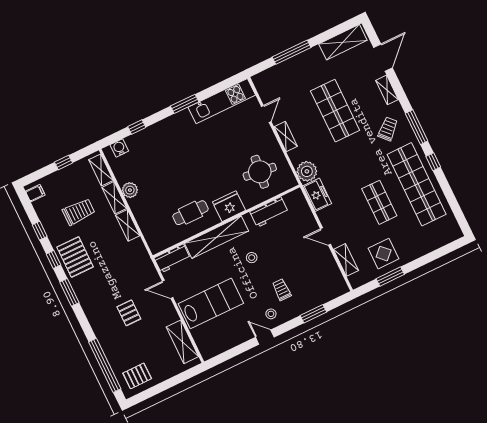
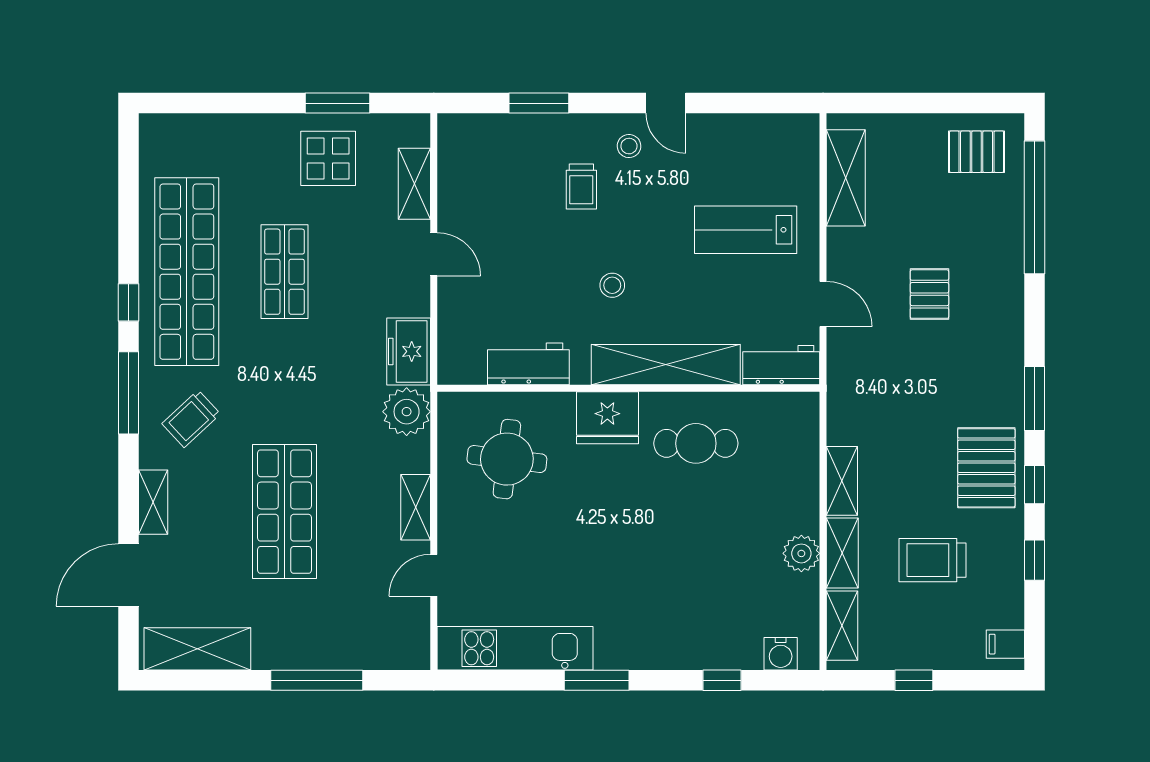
lab bench: (211, 303) -> (746, 230), width x0.73, depth x0.72

